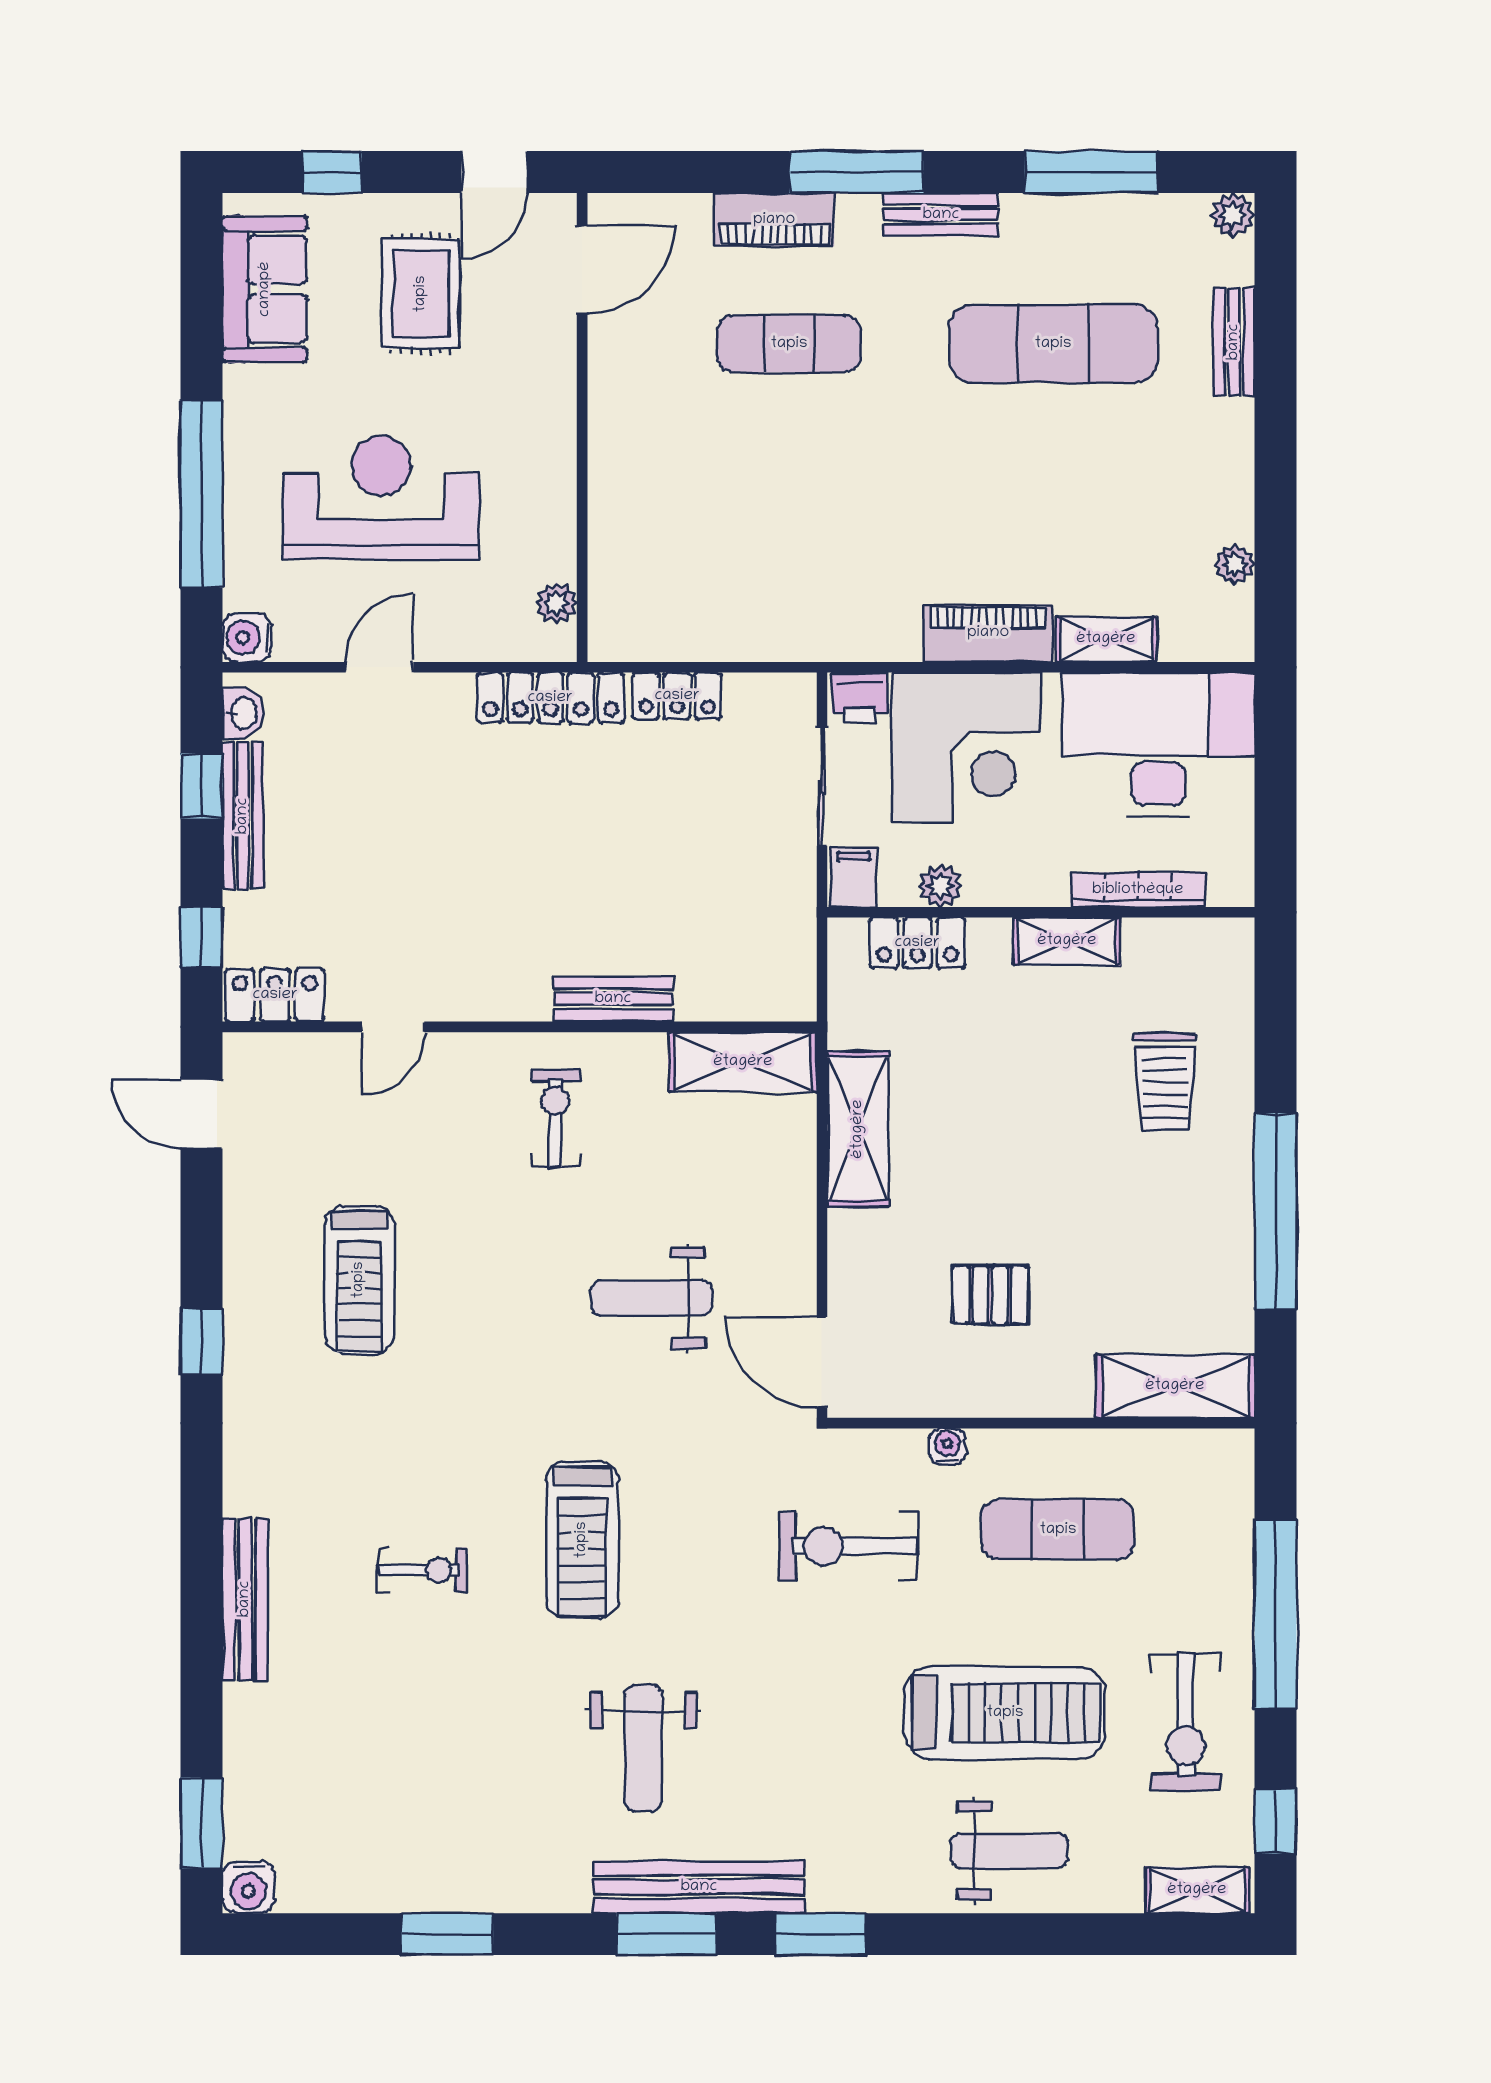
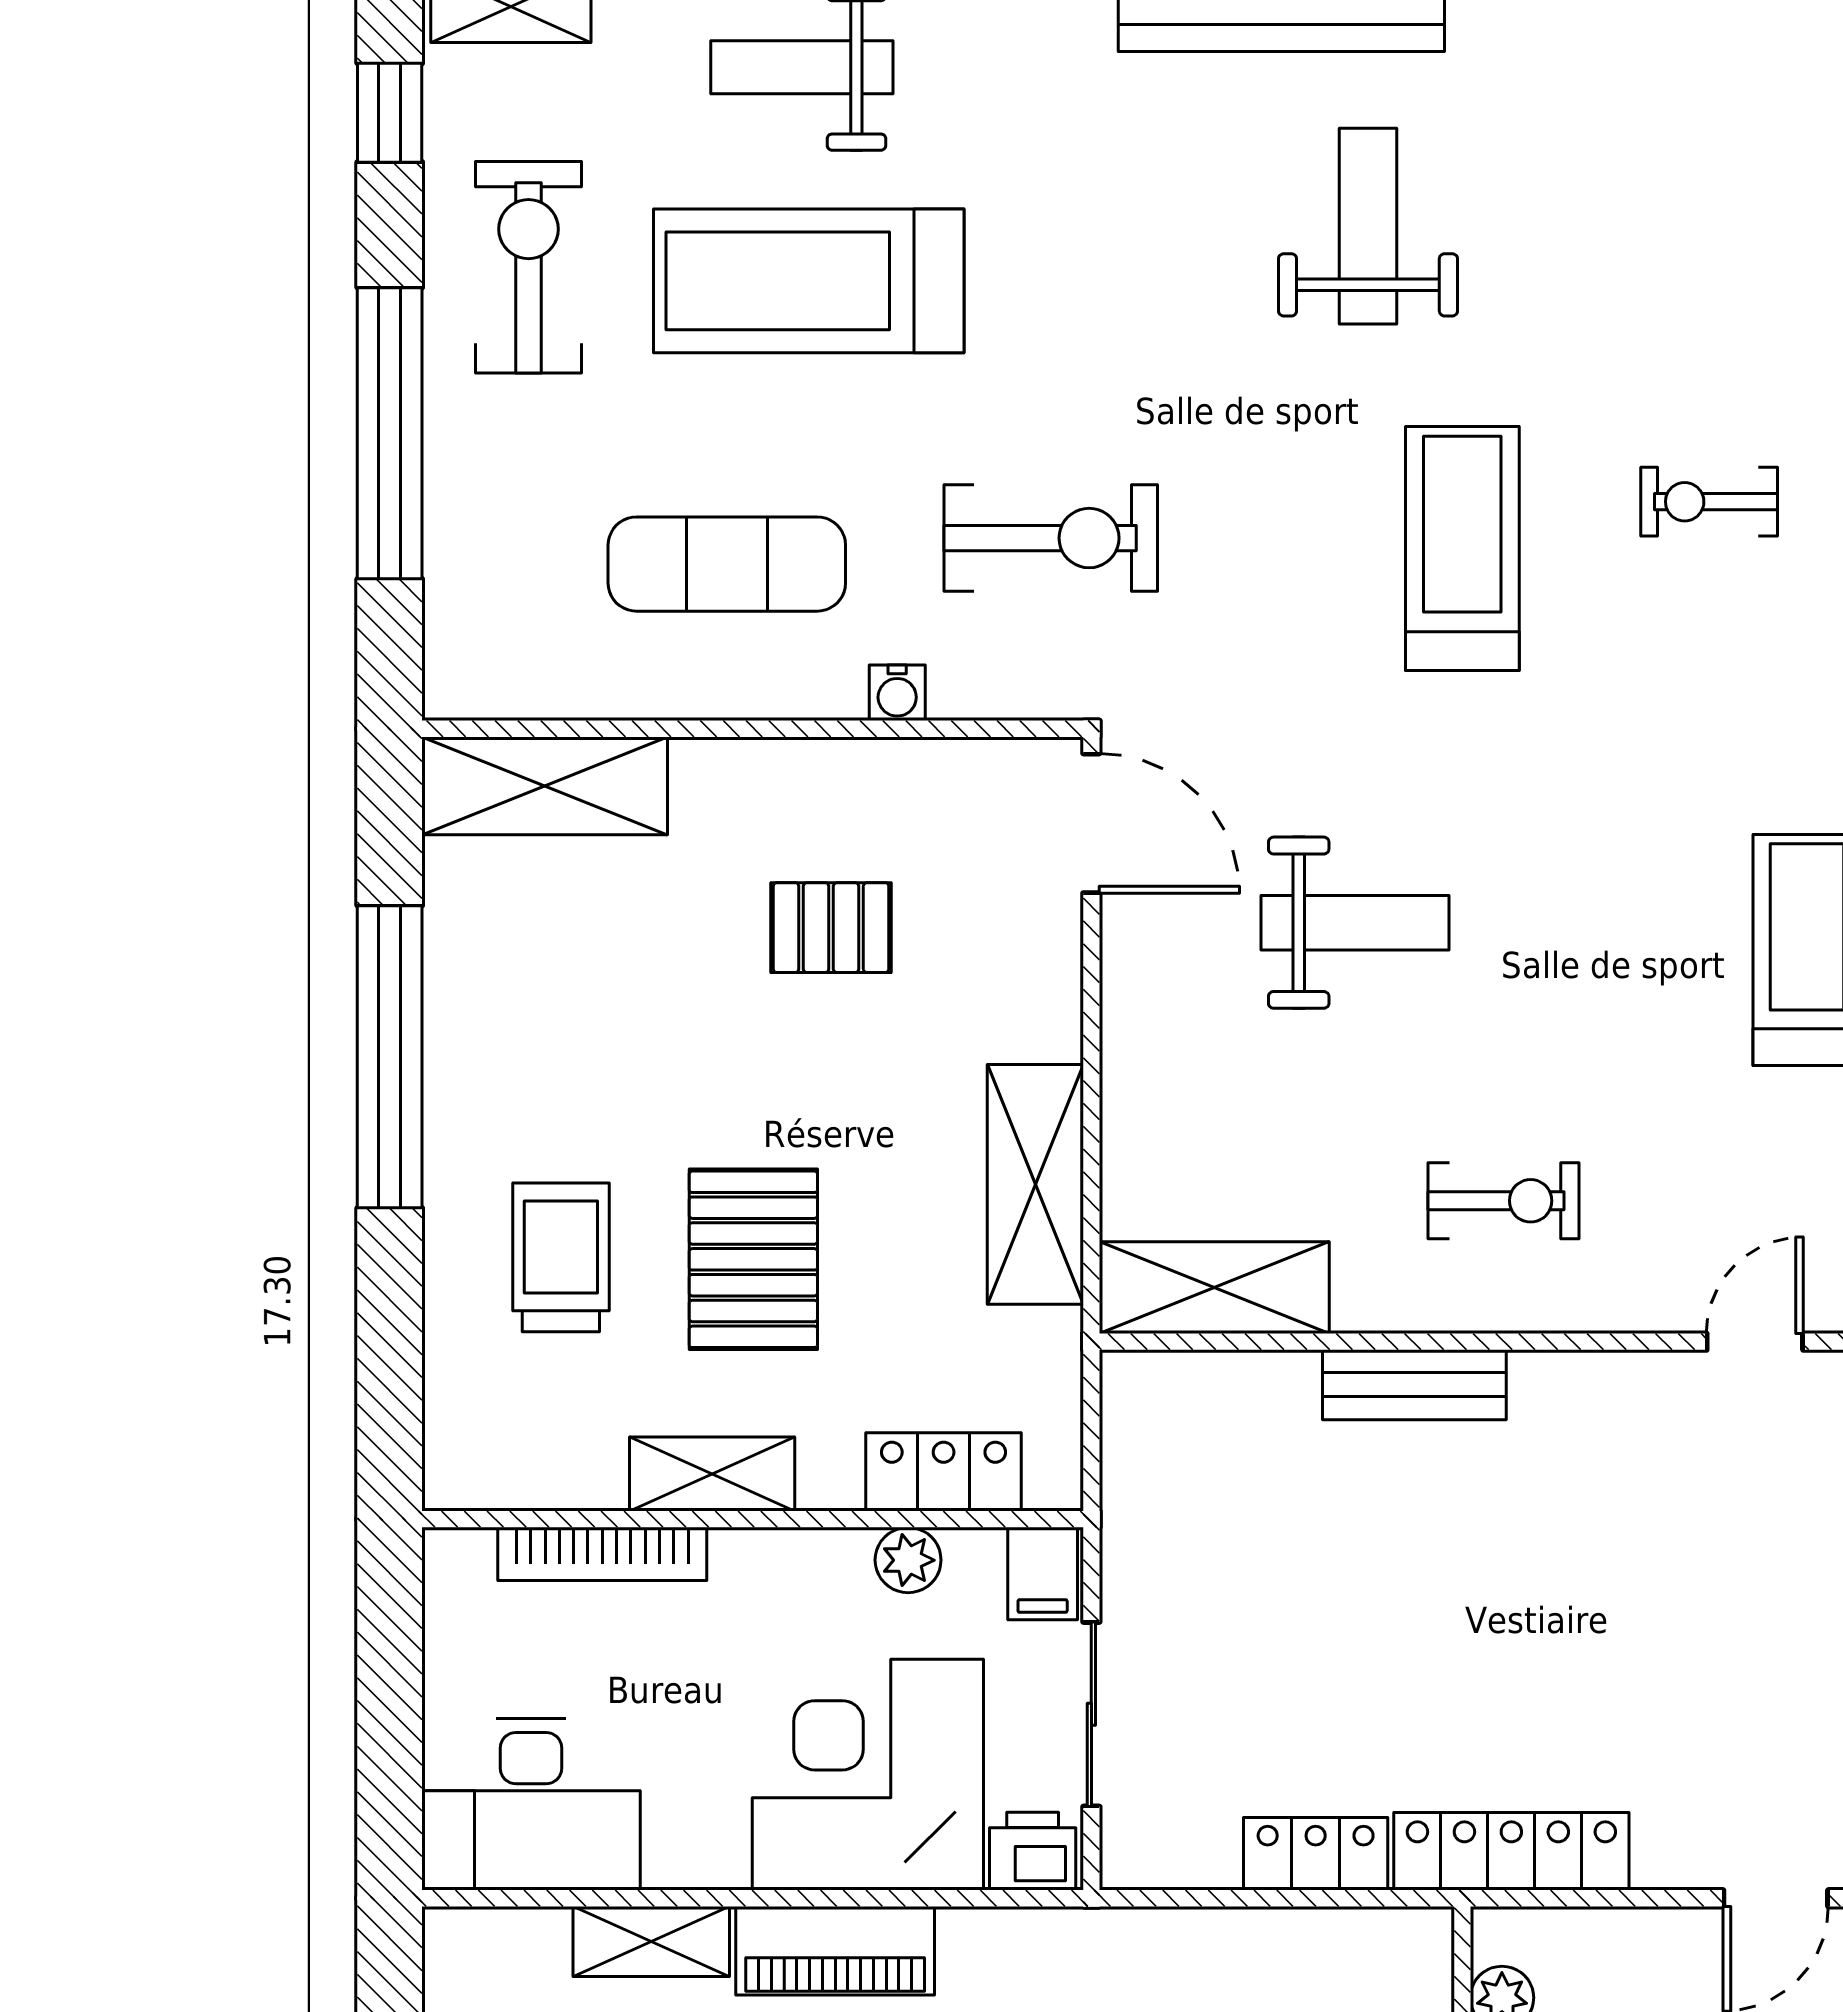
desk: (1158, 744) -> (531, 1804), width x0.73, depth x0.77
pallet: (1040, 1080) -> (753, 1259), added
exercise bike: (556, 1118) -> (1504, 1201), turned -90

